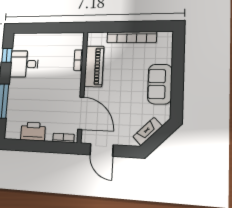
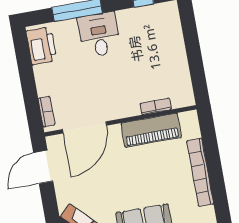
desk: (24, 64) -> (99, 35), moved
printer: (33, 132) -> (41, 46), moved

